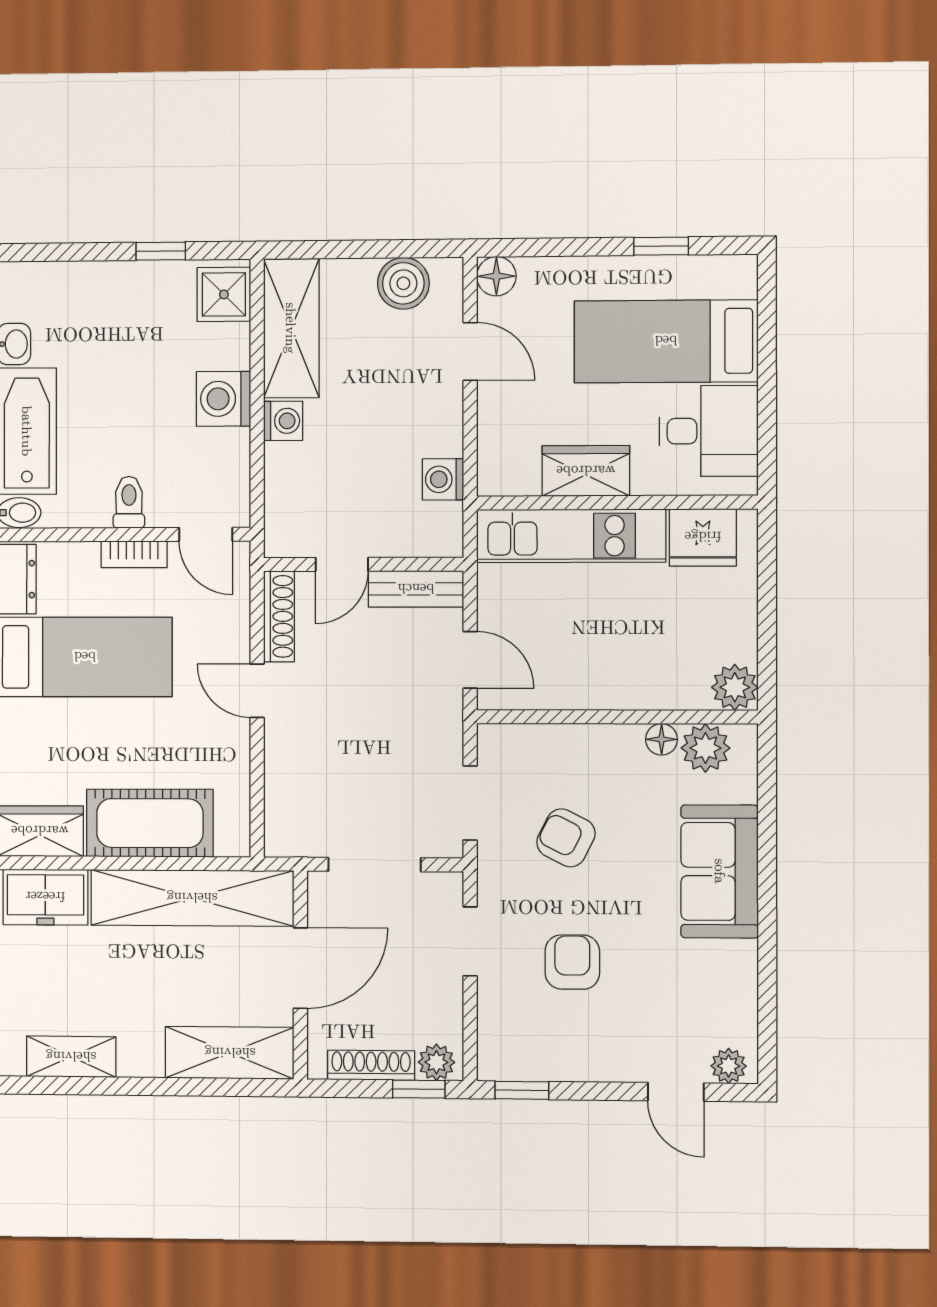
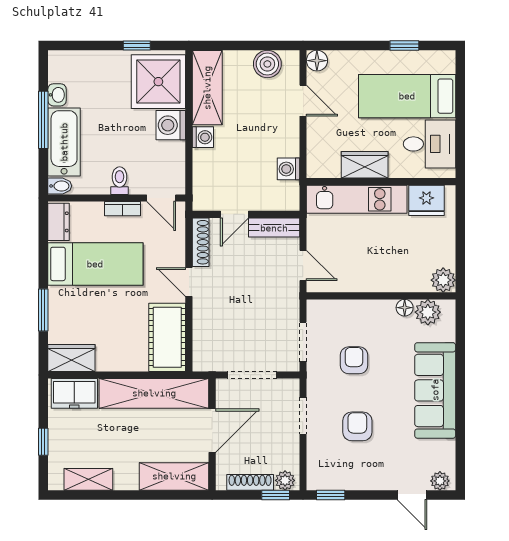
shower: (224, 294) -> (158, 82), width x1.86, depth x1.86
cot: (150, 823) -> (167, 337), moved, turned 90
armchair: (566, 838) -> (354, 360), turned 63
sofa: (720, 871) -> (435, 390), width x1.36

